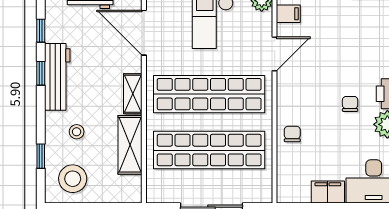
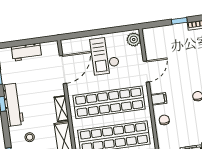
filing cabinet: (288, 14) -> (159, 99), moved
door: (144, 33) -> (63, 70), swing flipped

